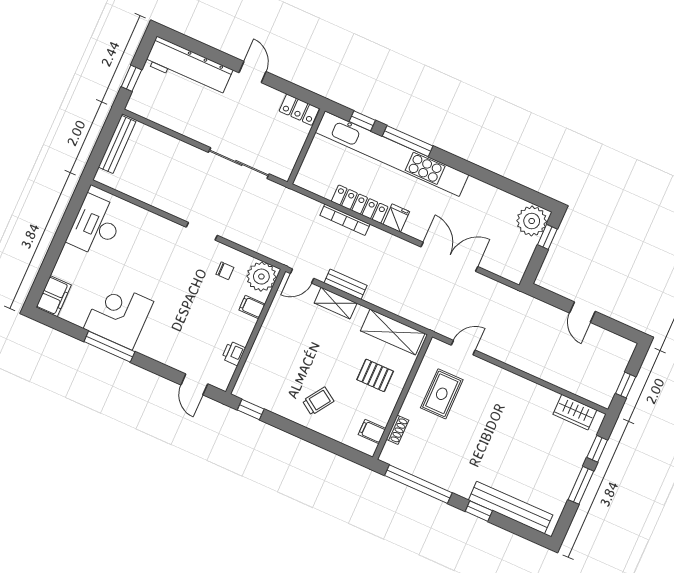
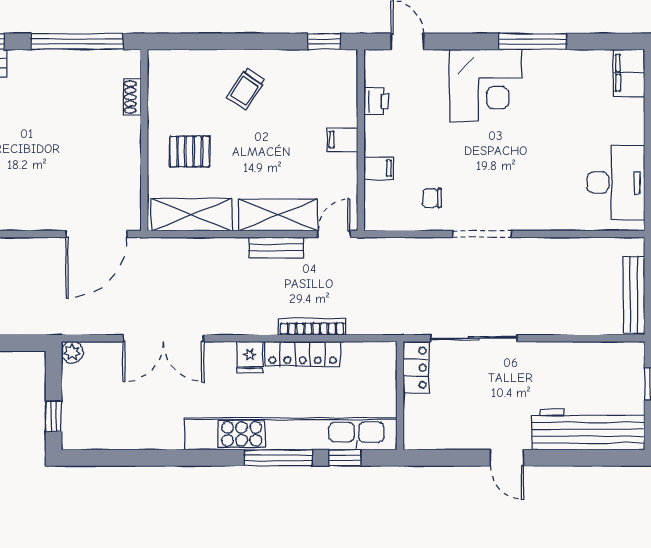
locker: (299, 110) -> (416, 368), moved, turned 90
plant: (532, 221) -> (72, 352), moved, width x0.53, depth x0.53
doorway: (202, 231) -> (482, 234), width x1.38
plant: (261, 277) -> (384, 211), removed
shelving: (336, 303) -> (278, 215), width x1.50, depth x1.33
corner desk: (119, 315) -> (486, 85), moved
door: (463, 348) -> (96, 234), width x1.88
rug: (442, 394) -> (98, 165), removed
filing cabinet: (372, 432) -> (342, 140), moved, turned 180

